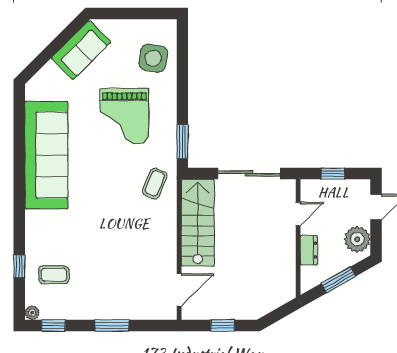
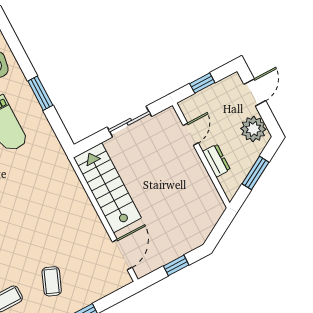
window: (182, 142) -> (40, 93), moved
sliding door: (249, 174) -> (129, 122), width x0.73
coffee table: (155, 183) -> (52, 281), moved

